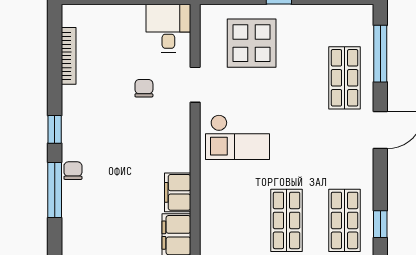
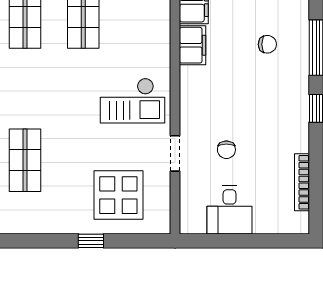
desk: (168, 28) -> (230, 210), moved
checkout: (237, 137) -> (133, 101), turned 180
chair: (73, 171) -> (267, 44), moved, turned -90

